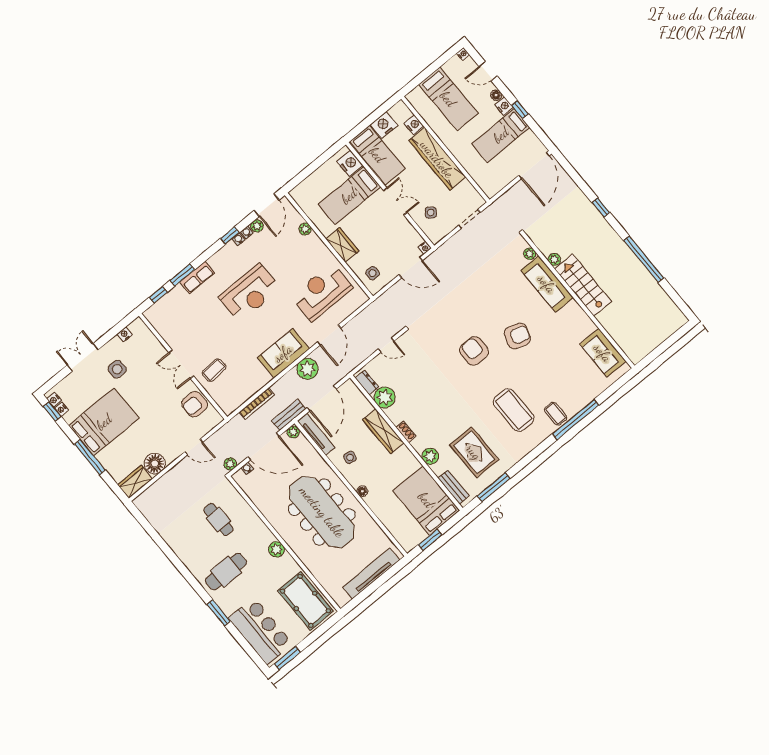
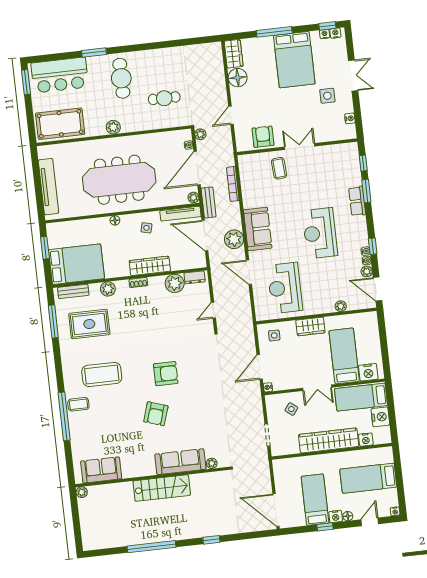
plant: (554, 259) -> (82, 492), moved
reception desk: (322, 292) -> (285, 288), turned 180

